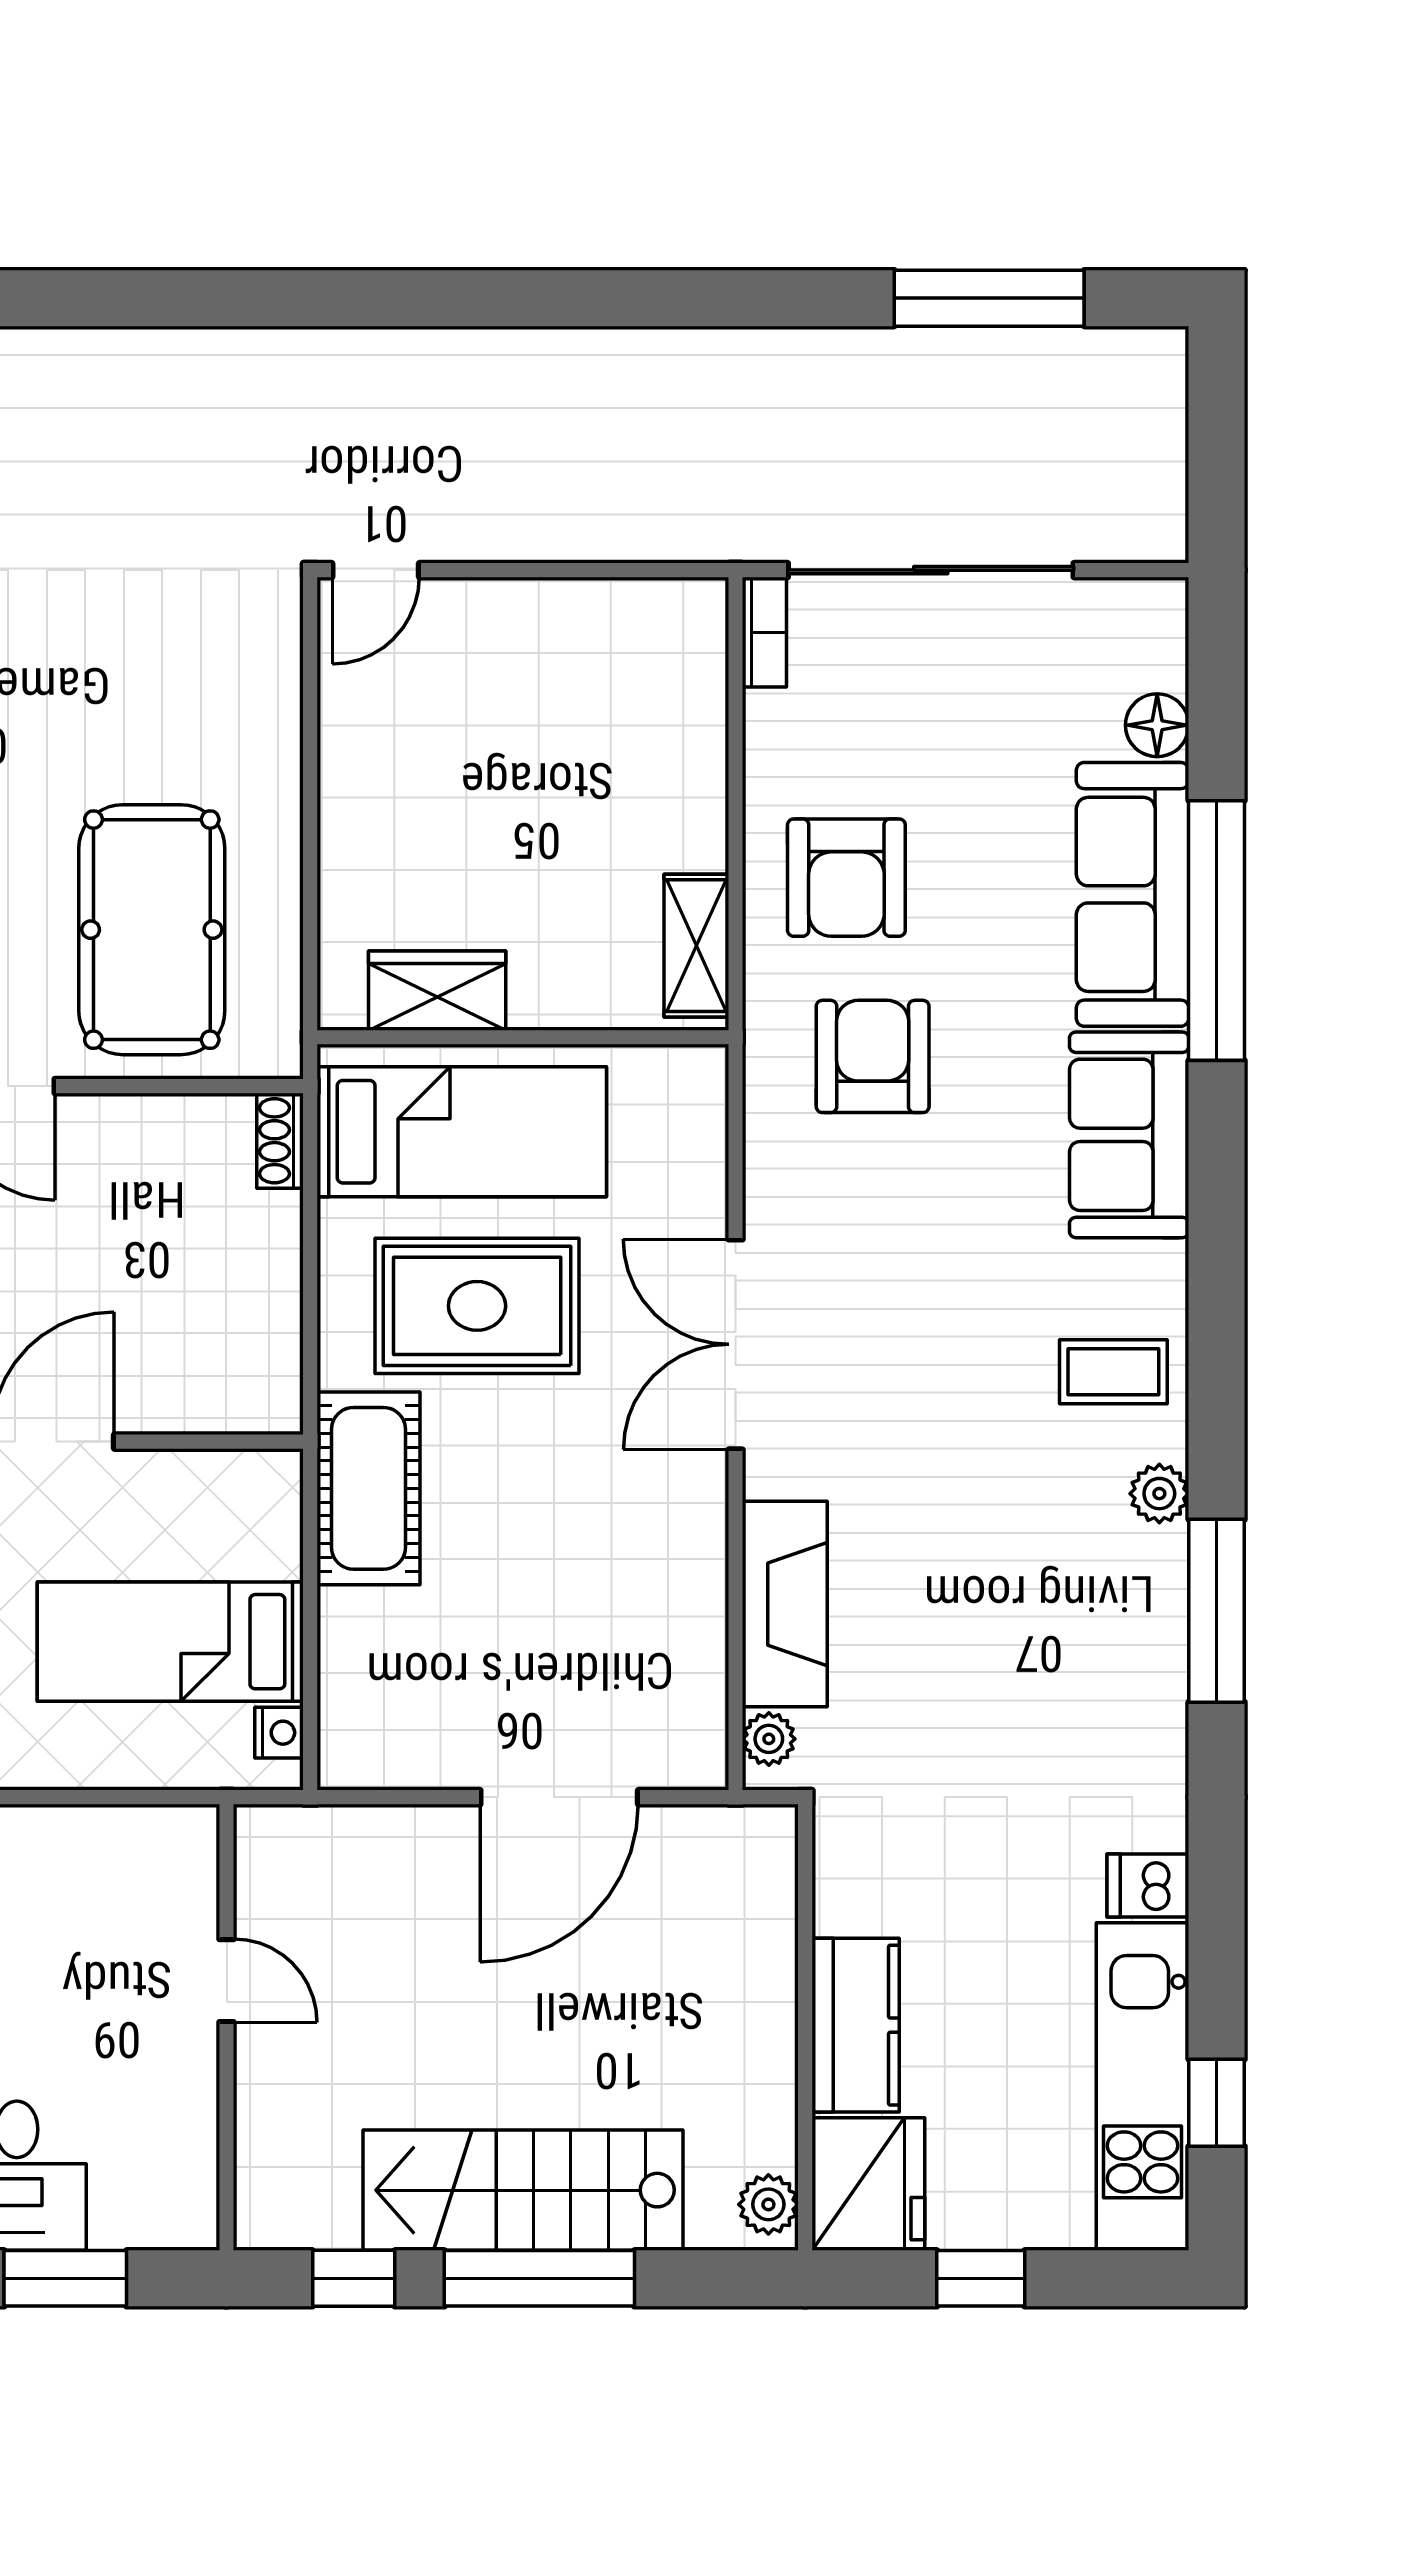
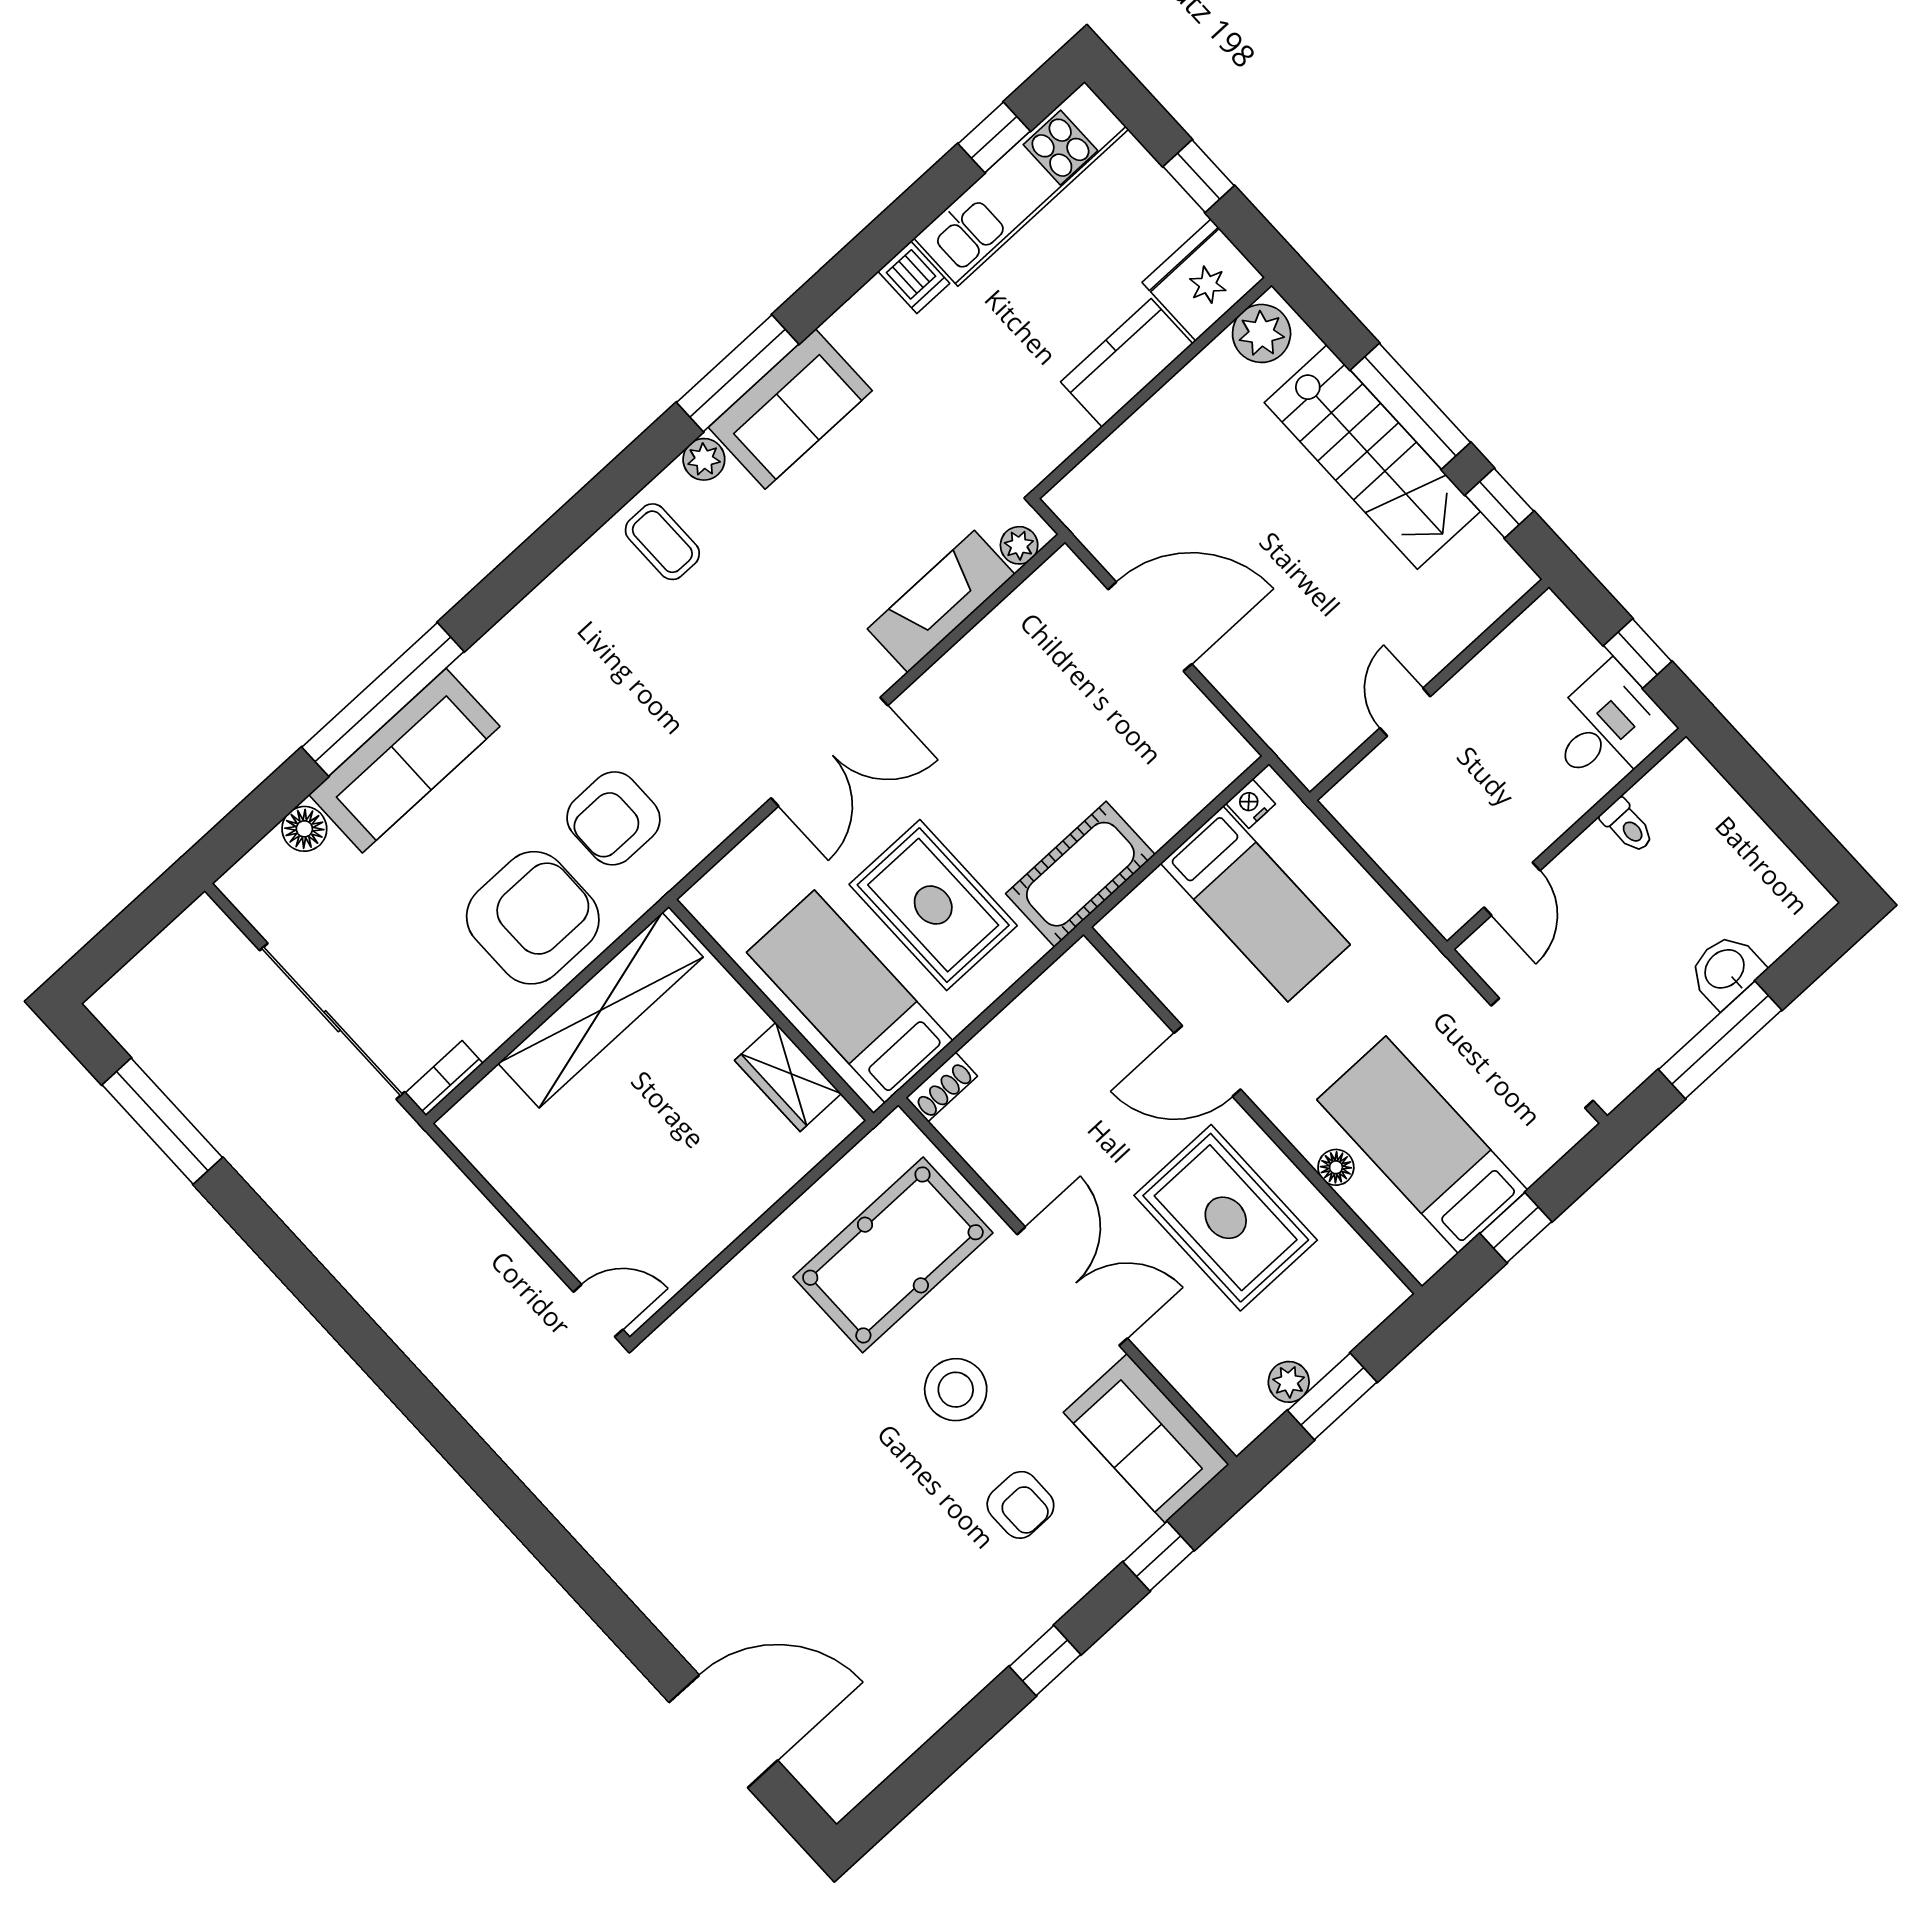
armchair: (846, 878) -> (533, 918), width x1.36, depth x1.36
shelving: (696, 946) -> (601, 1010), width x2.20, depth x1.33
sofa: (1129, 1135) -> (790, 409), moved
plant: (768, 2204) -> (1262, 333), width x1.38, depth x1.38
window: (65, 2278) -> (1638, 653), width x0.67

